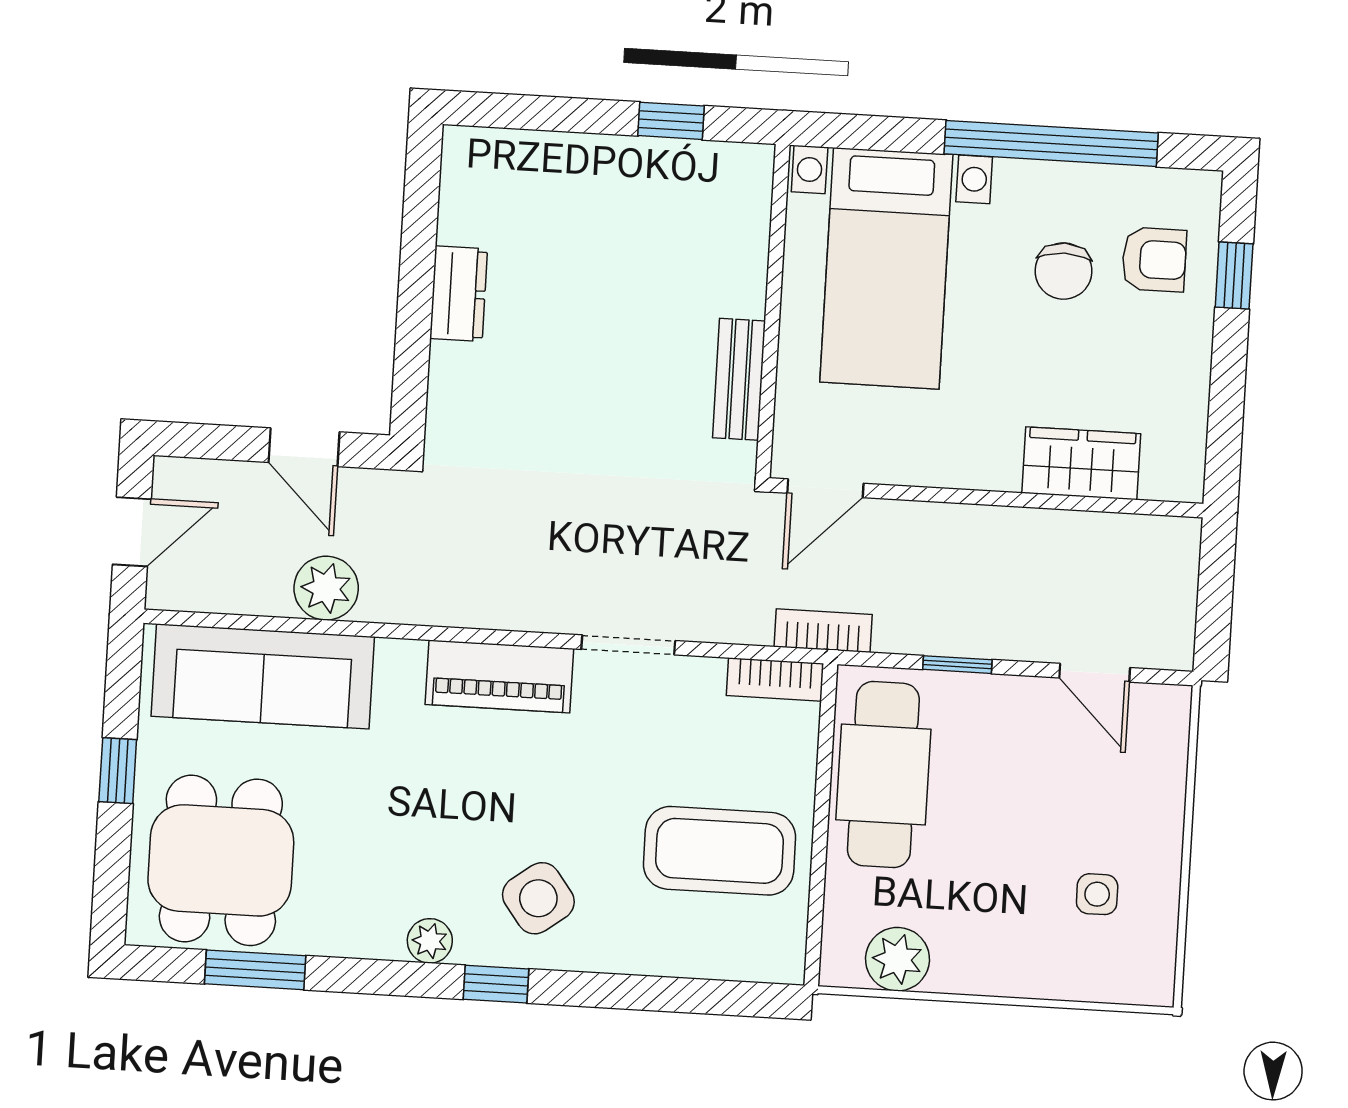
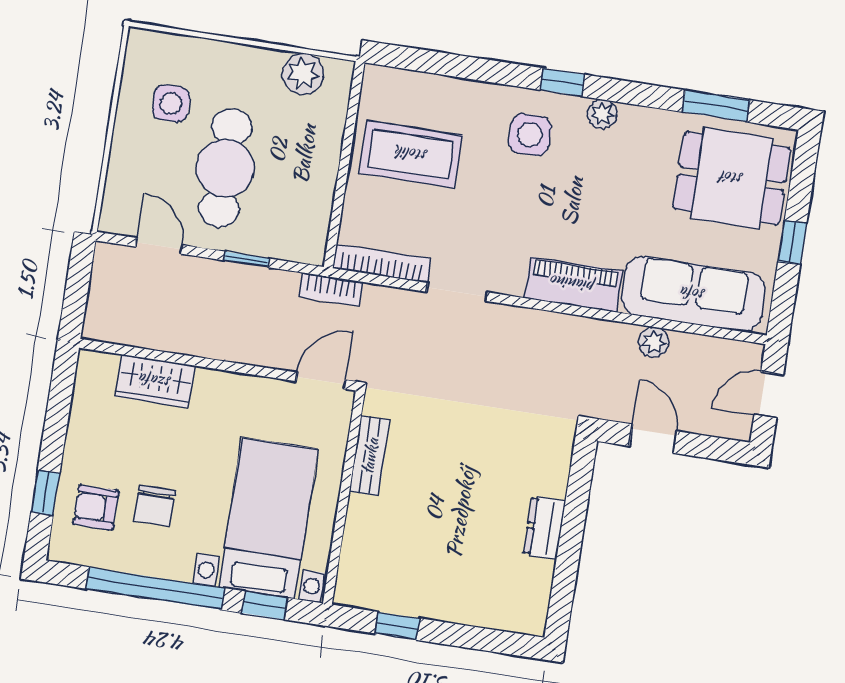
window: (879, 133) -> (265, 605), added
chair: (1064, 271) -> (155, 506), turned 180
plant: (326, 588) -> (654, 342), width x0.73, depth x0.73
piano: (499, 676) -> (573, 284), moved
bookcase: (775, 680) -> (382, 264), width x1.56
cafe table: (883, 775) -> (225, 168), moved
dining table: (221, 860) -> (732, 178), turned 90
side table: (1097, 894) -> (171, 103), width x1.37, depth x1.37
side table: (538, 898) -> (530, 135), turned 37

